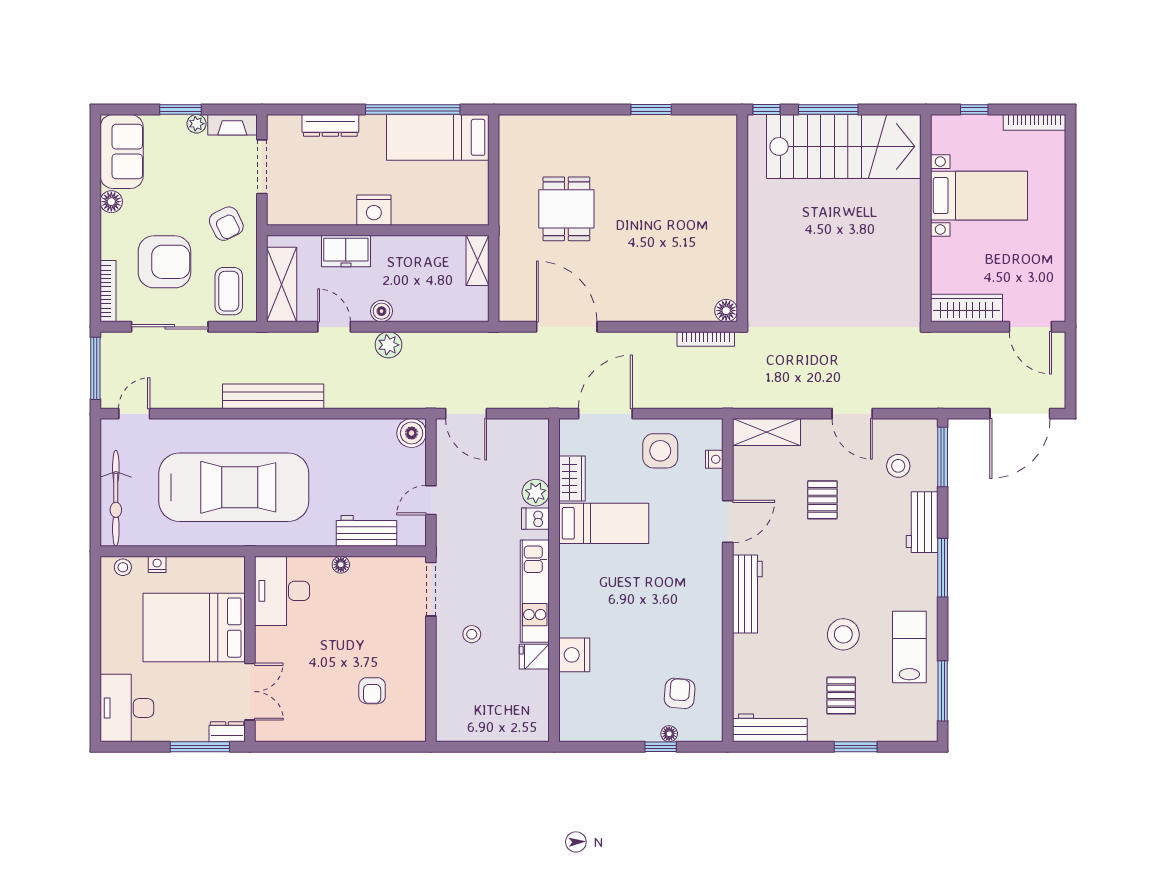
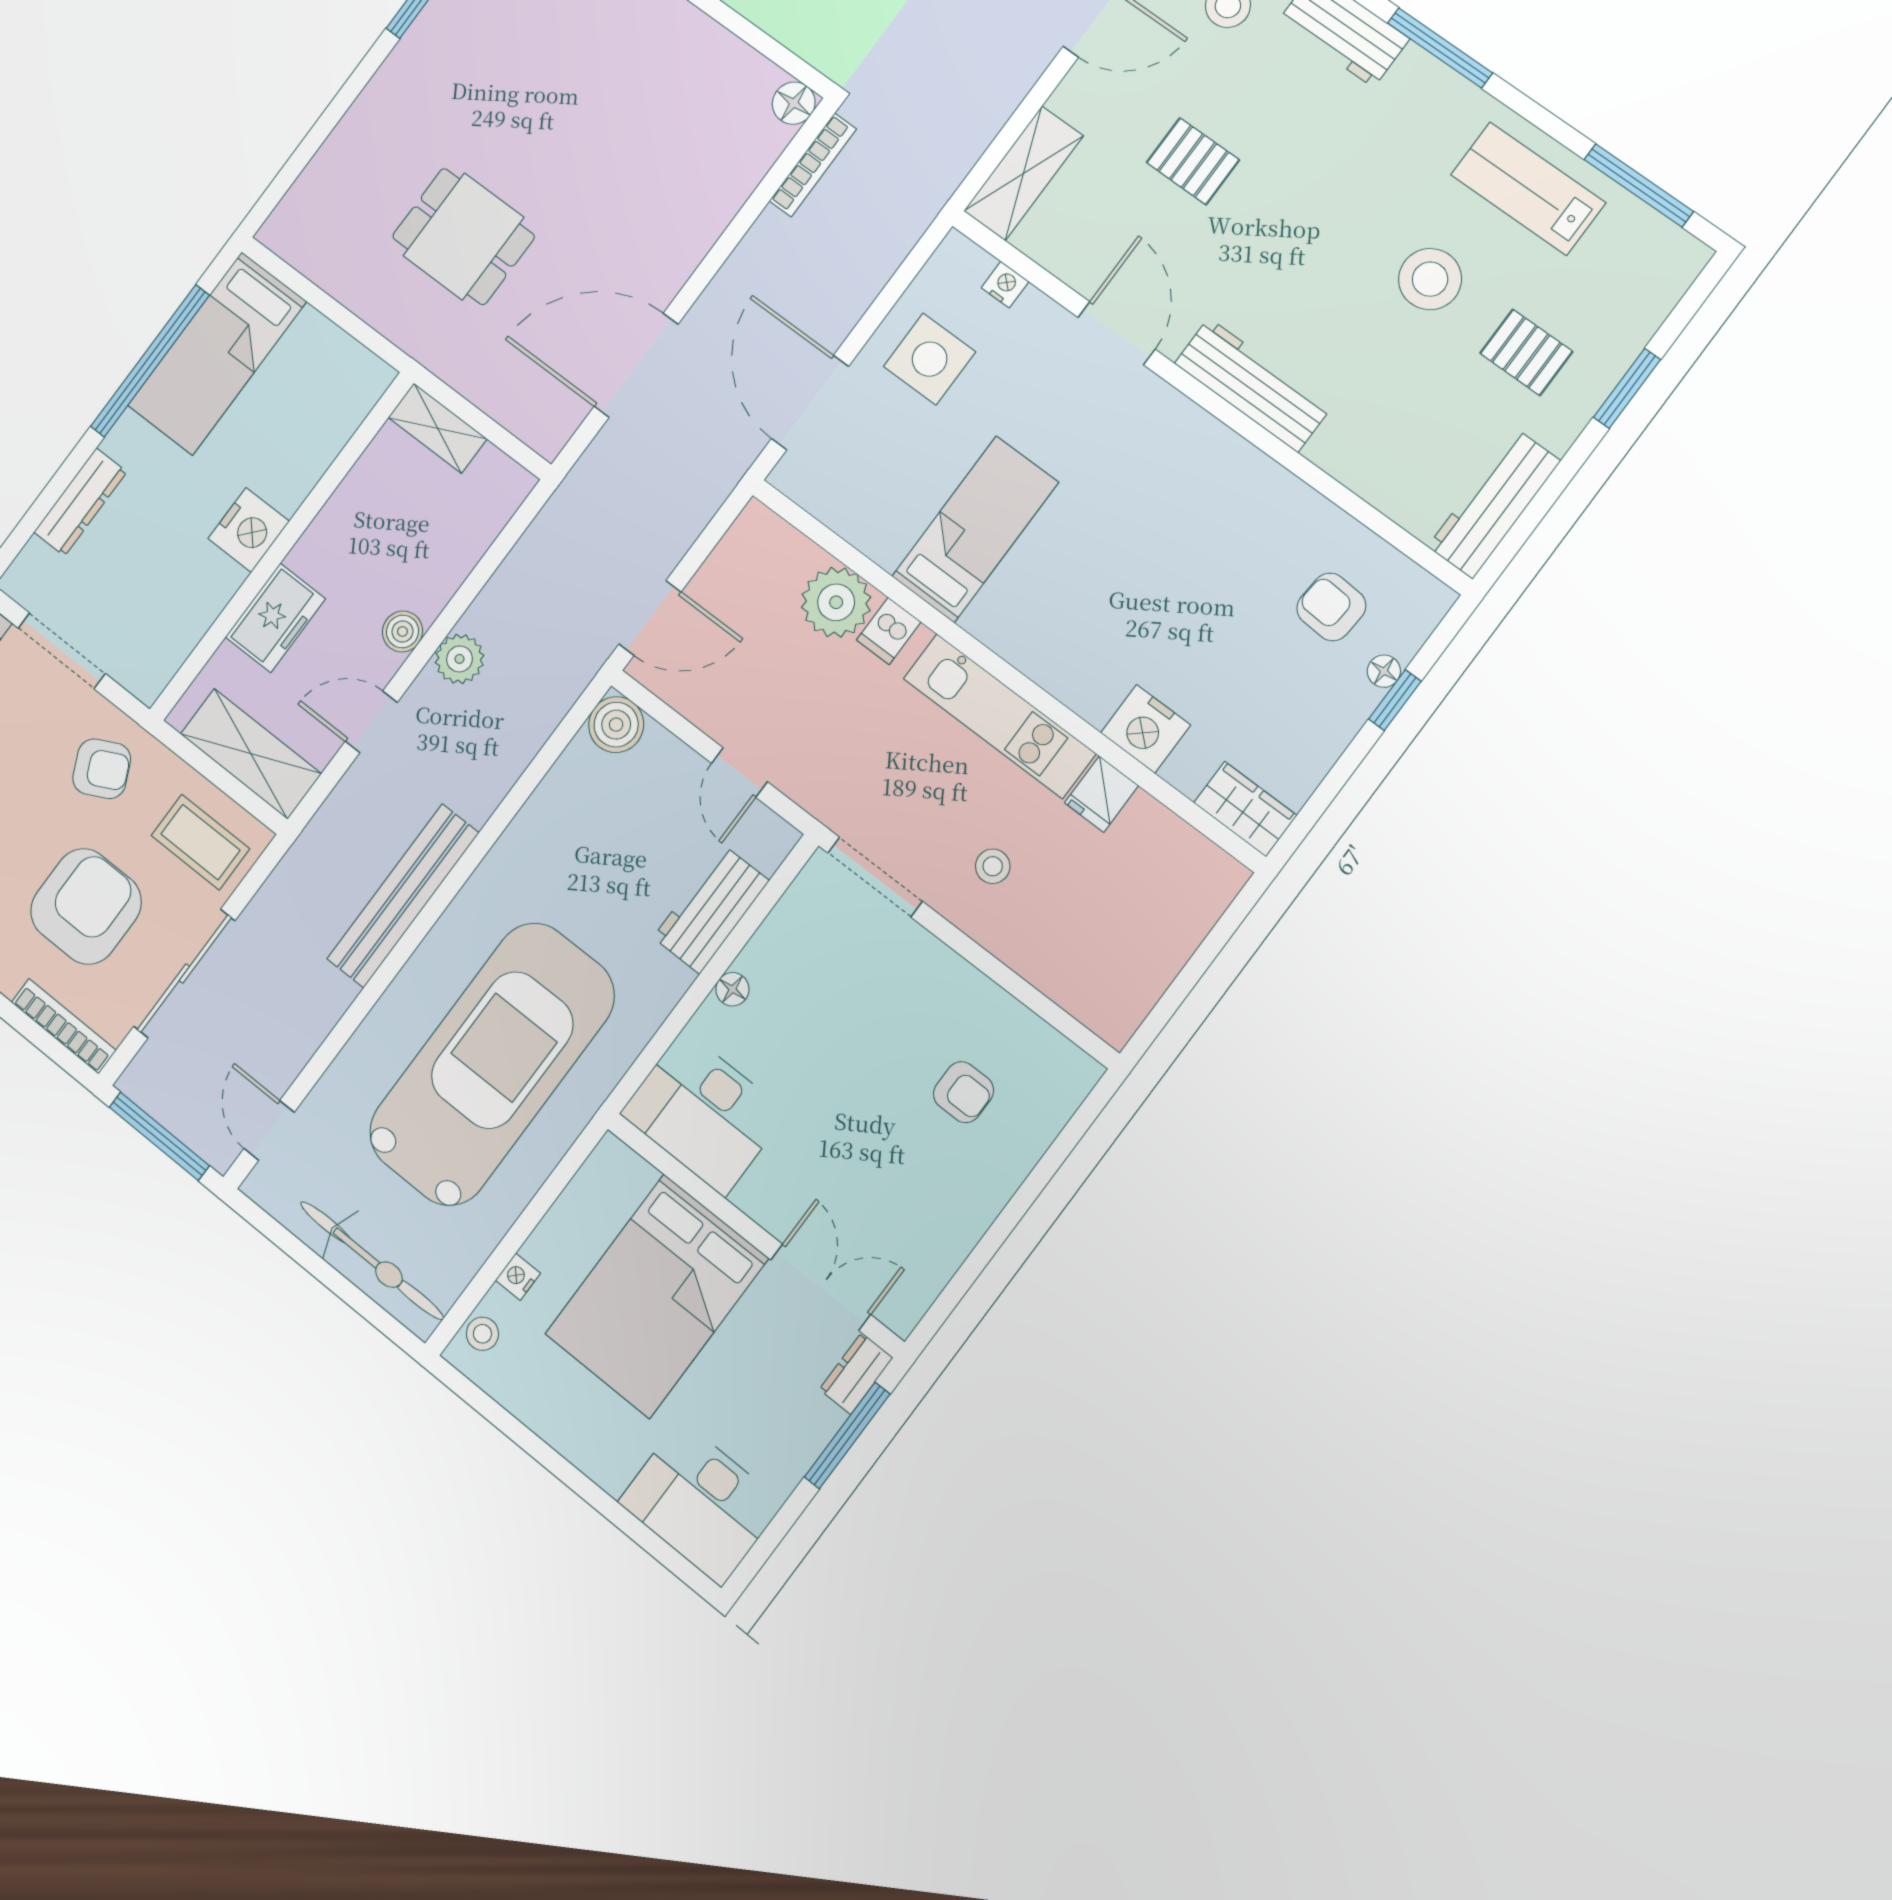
wardrobe: (572, 479) -> (1245, 809), moved
plant: (536, 493) -> (836, 602), width x1.36, depth x1.36

